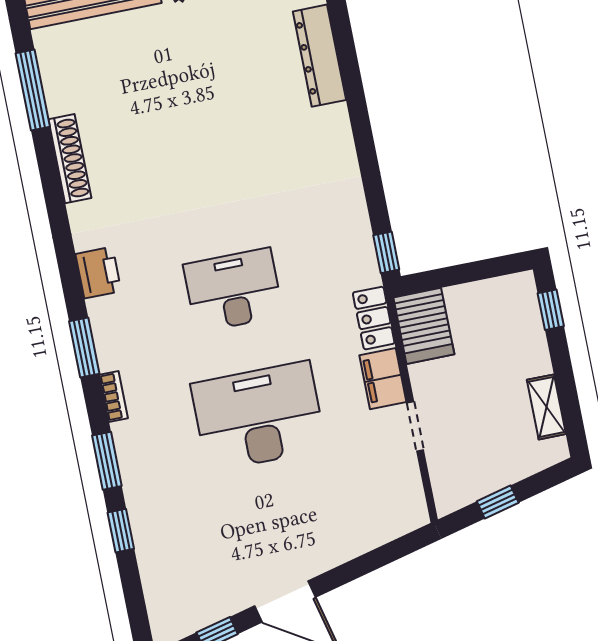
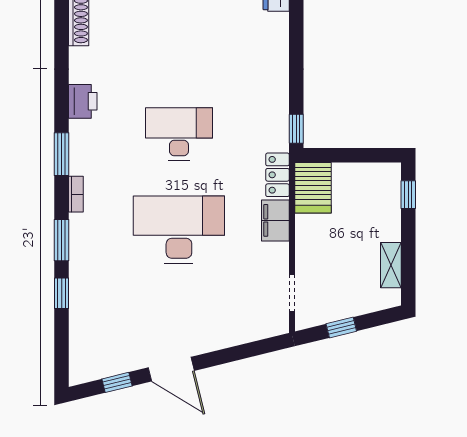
doorway: (415, 426) -> (292, 293), moved

